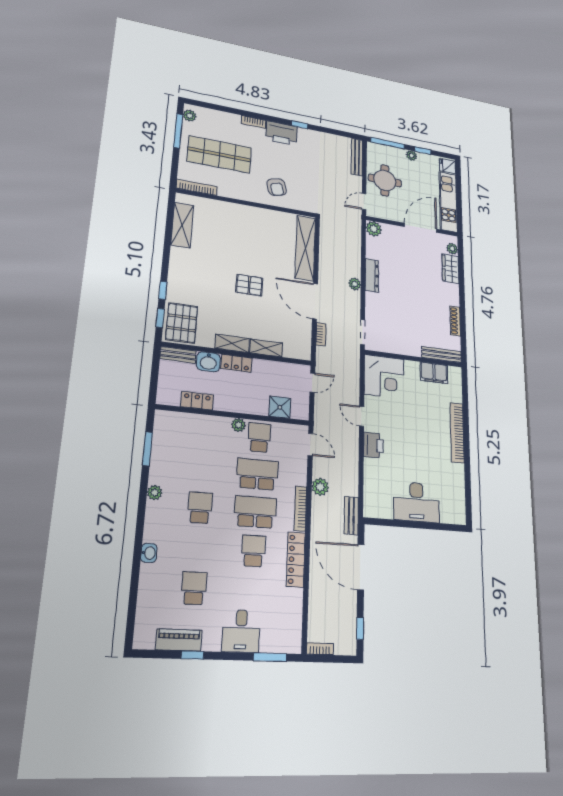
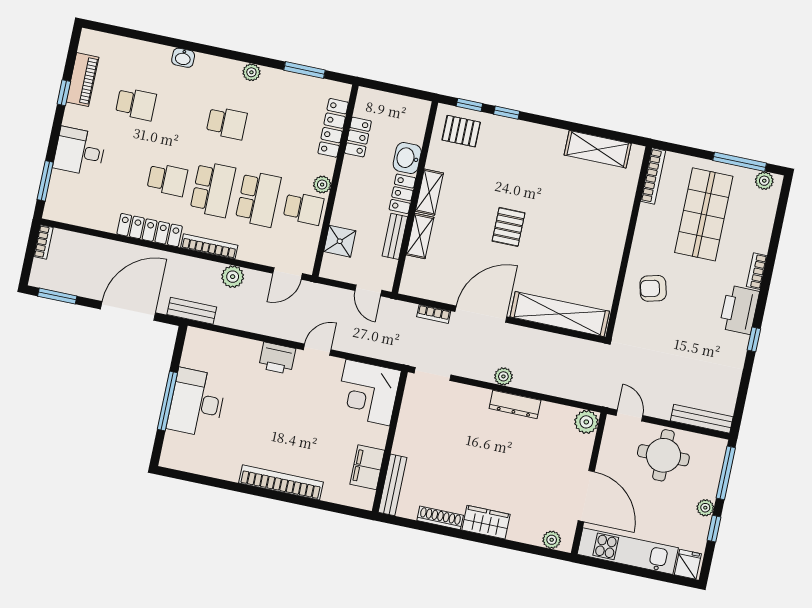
wardrobe: (450, 269) -> (486, 522), moved
pallet: (182, 323) -> (461, 131), width x0.67, depth x0.71
bench: (178, 355) -> (395, 236), moved
locker: (192, 421) -> (333, 128), added
window: (420, 525) -> (167, 401), added
window: (360, 628) -> (57, 296), width x1.50

